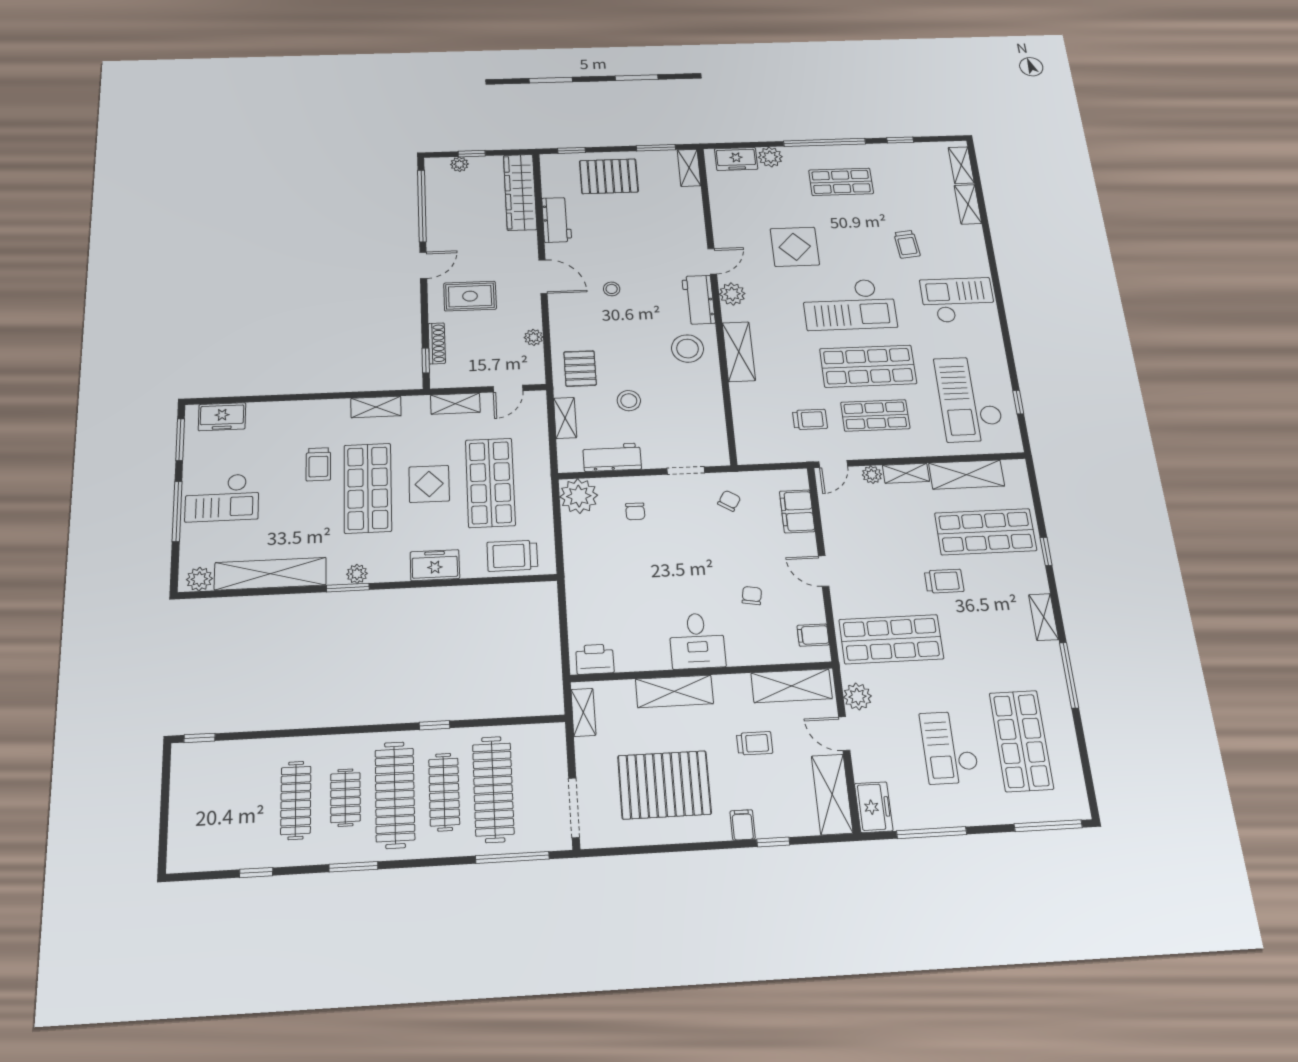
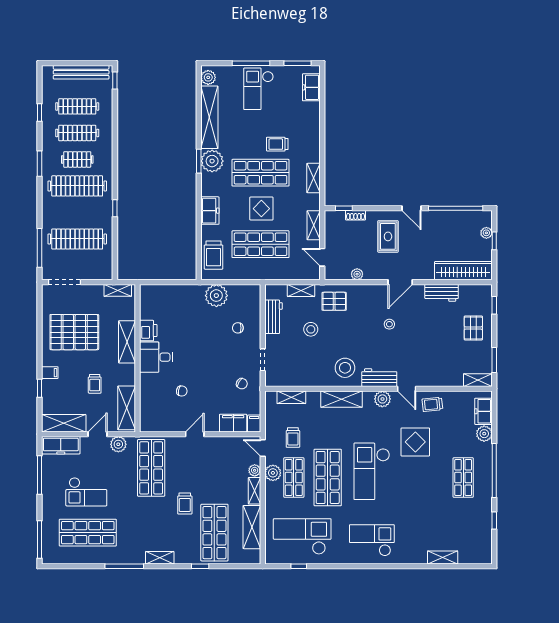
shelving: (961, 165) -> (291, 397), moved
pallet: (609, 176) -> (473, 328), width x0.67, depth x0.71
trolley: (907, 244) -> (432, 404), moved
checkout: (958, 300) -> (372, 540), turned -90
shoe rack: (437, 343) -> (356, 215), width x0.70
plant: (872, 447) -> (273, 473), added
plant: (579, 496) -> (216, 296), moved
trolley: (512, 556) -> (213, 255), turned 180
plant: (357, 574) -> (212, 161), width x1.88, depth x1.88
filing cabinet: (813, 635) -> (254, 424), moved
printer: (595, 659) -> (148, 331), moved
checkout: (949, 747) -> (86, 492), turned 180
pallet: (664, 785) -> (74, 332), turned 90
clothes rail: (444, 792) -> (77, 106), moved
bench: (182, 800) -> (81, 72), added
freezer: (874, 807) -> (61, 445), width x1.40

